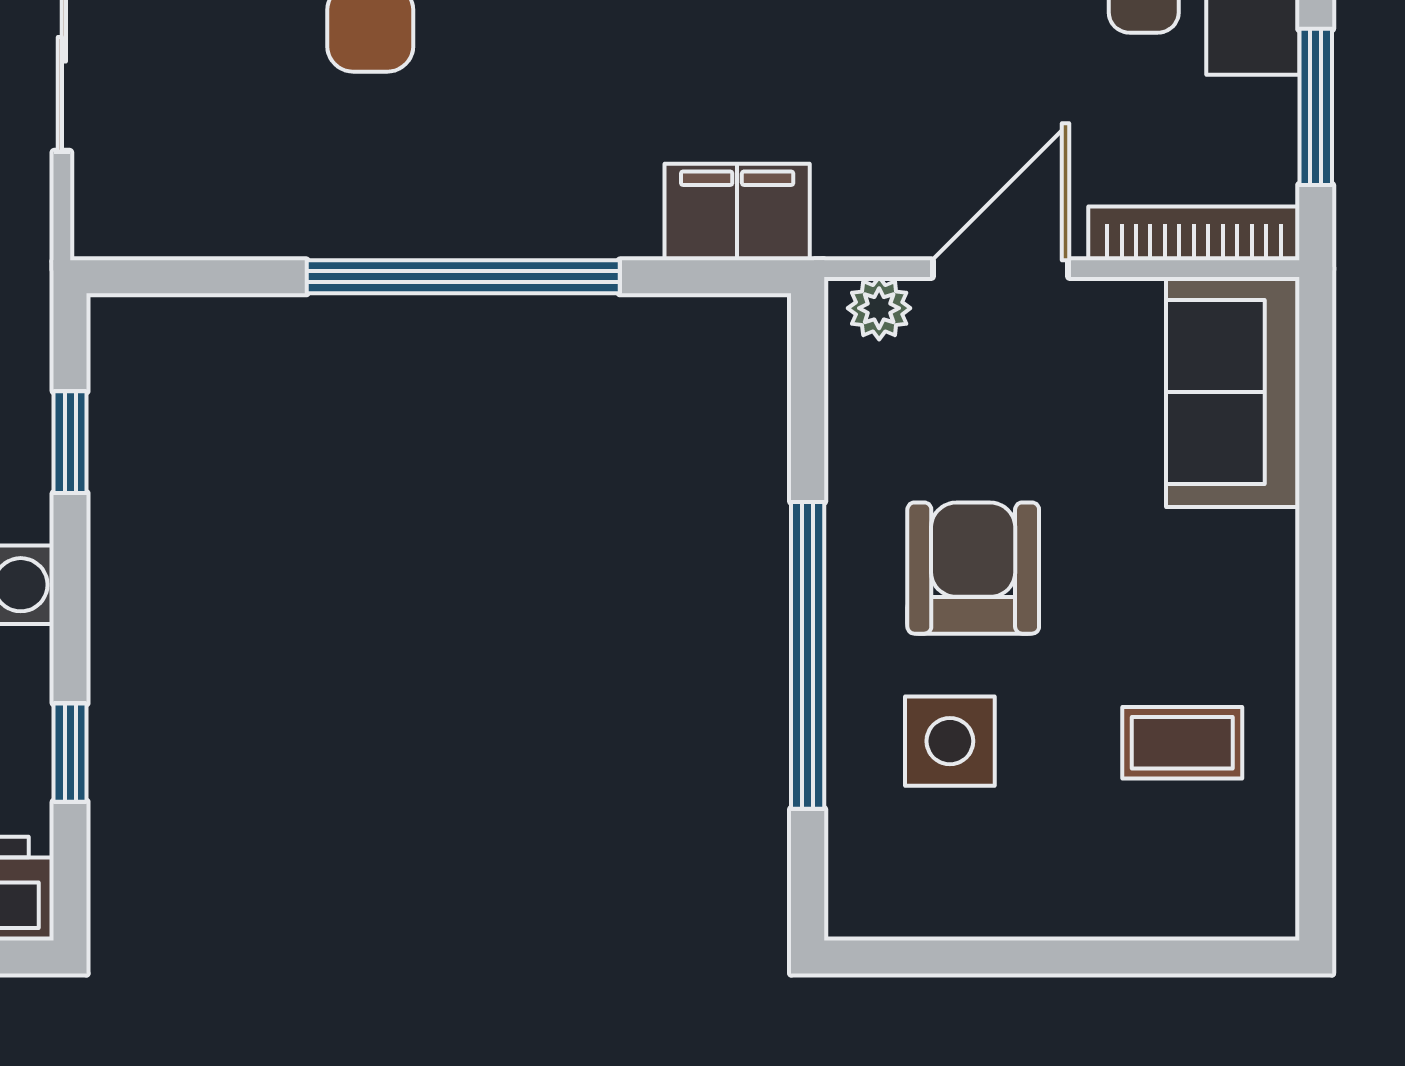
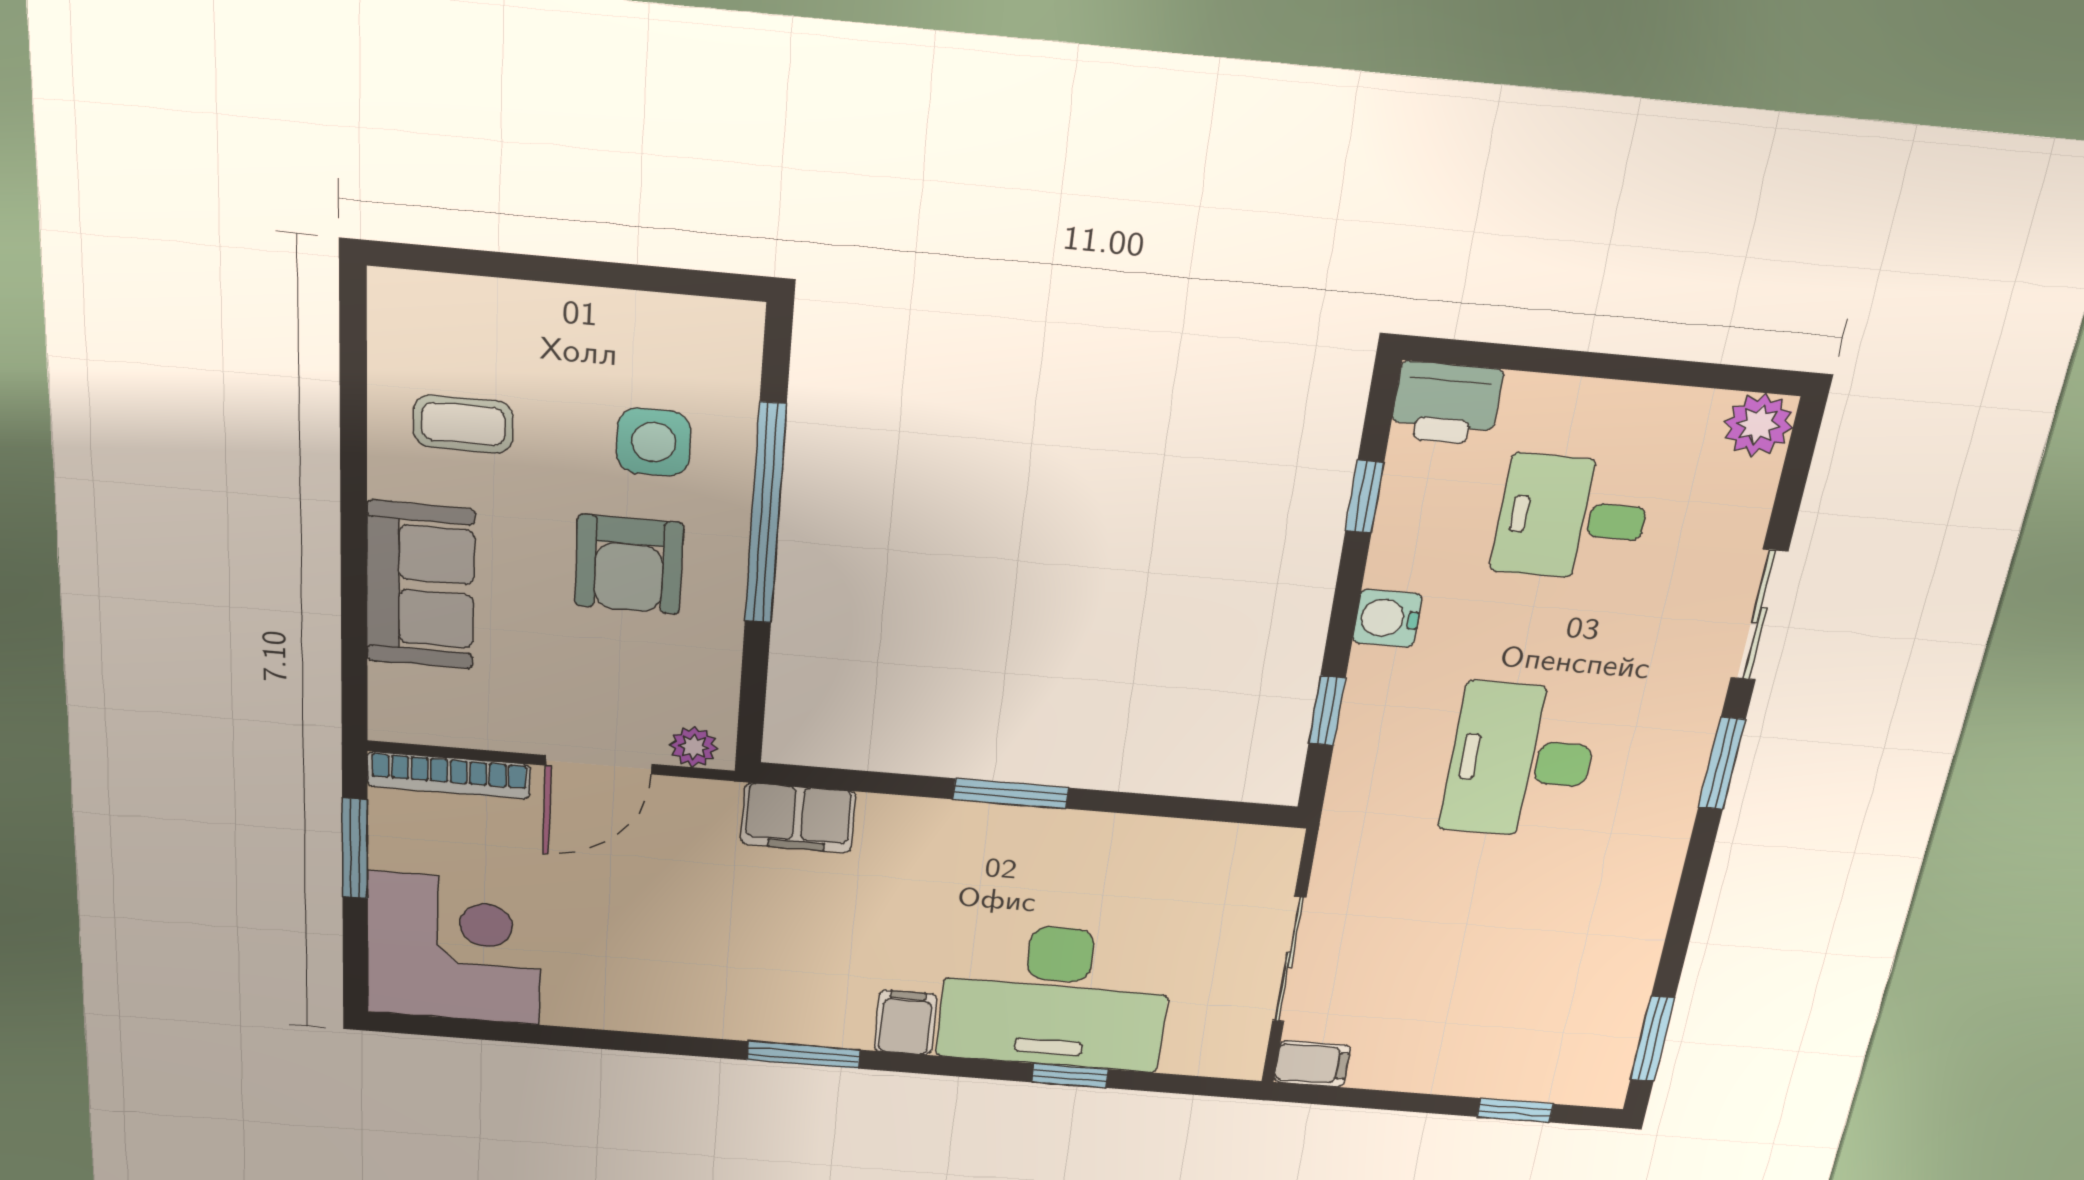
window: (463, 277) -> (1011, 794), width x0.47
sofa: (1233, 392) -> (420, 586), moved

